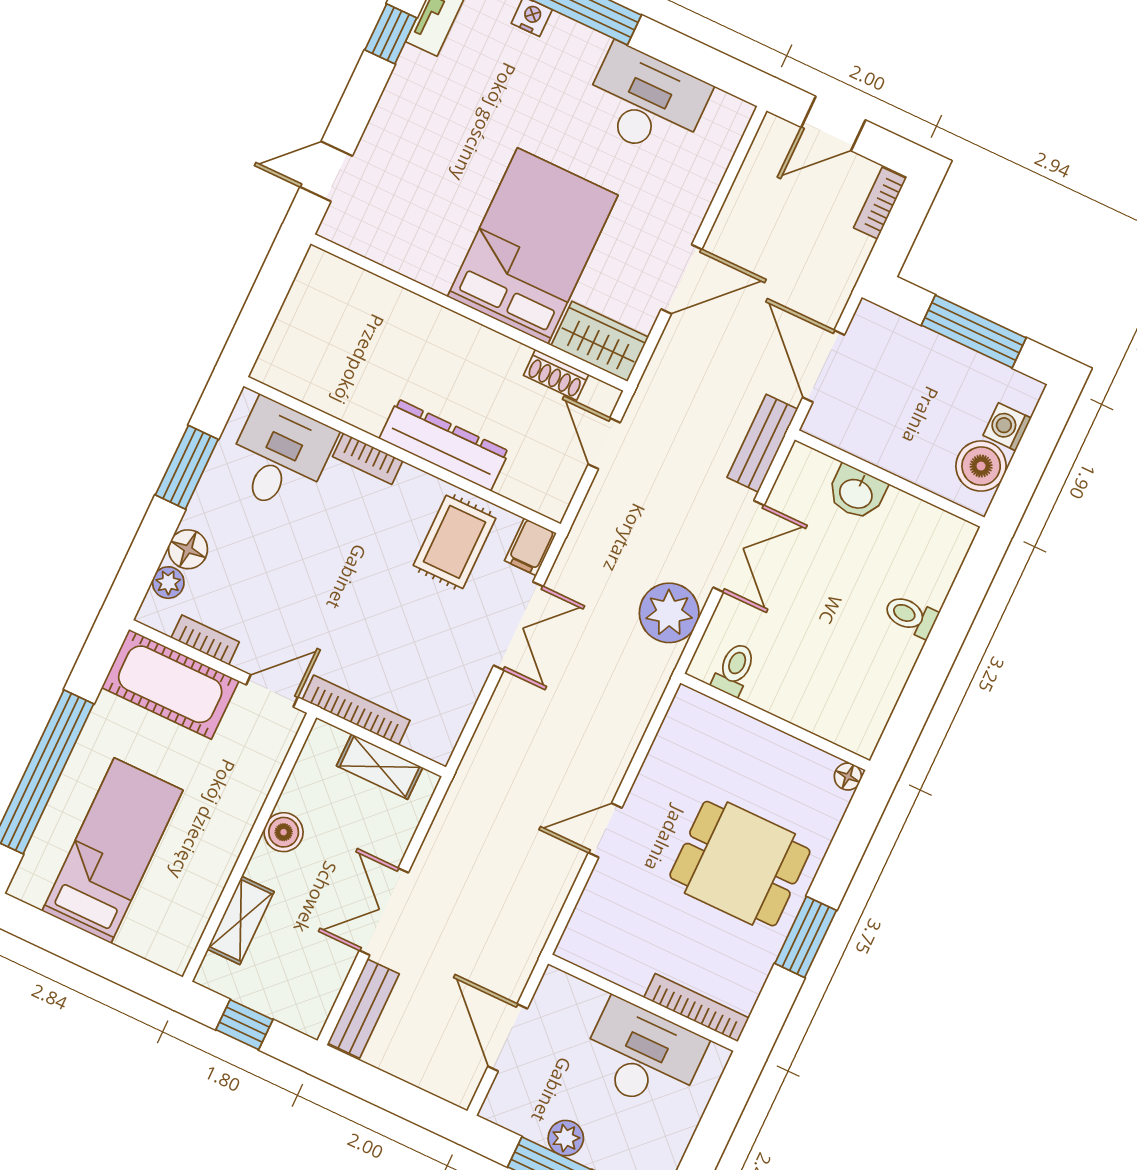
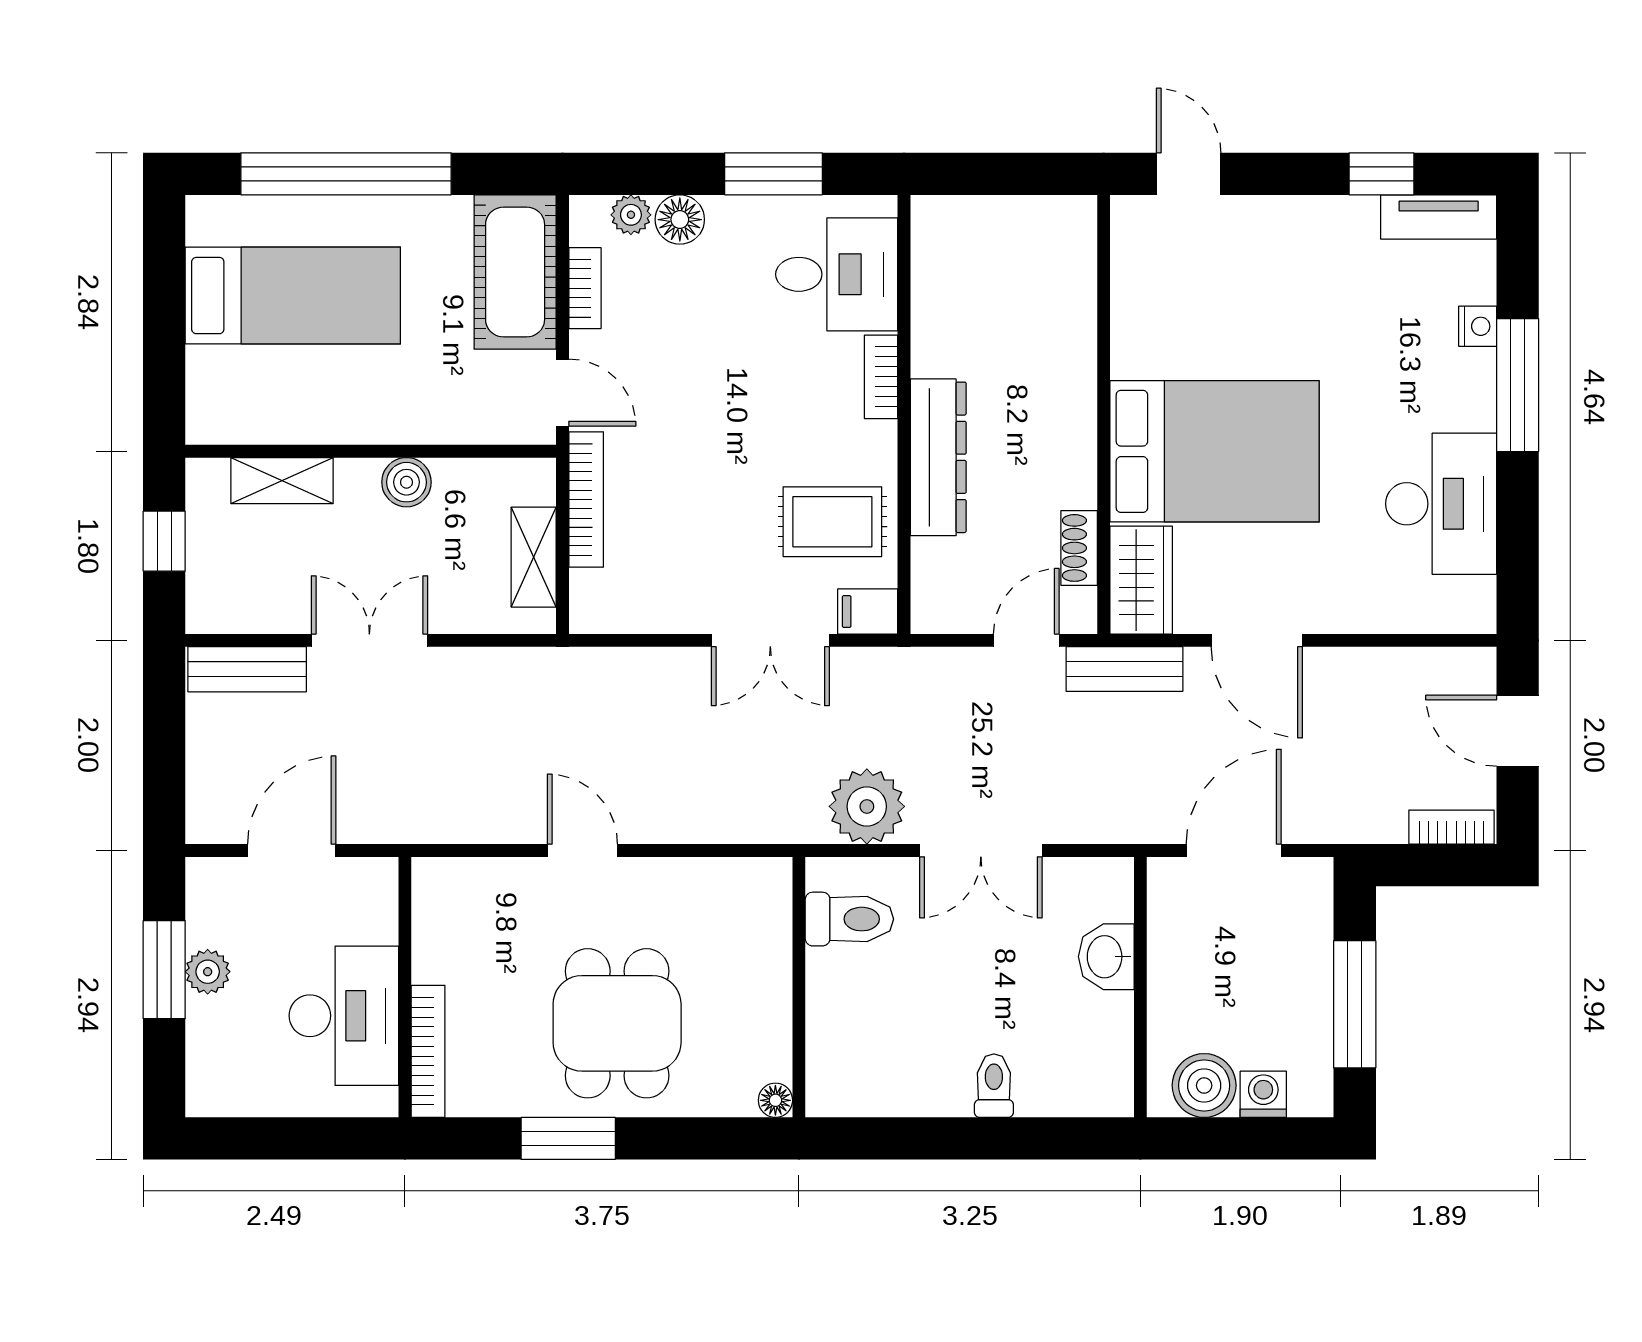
bench: (762, 443) -> (1124, 669), moved
toilet: (734, 669) -> (849, 919), width x1.37, depth x1.39

